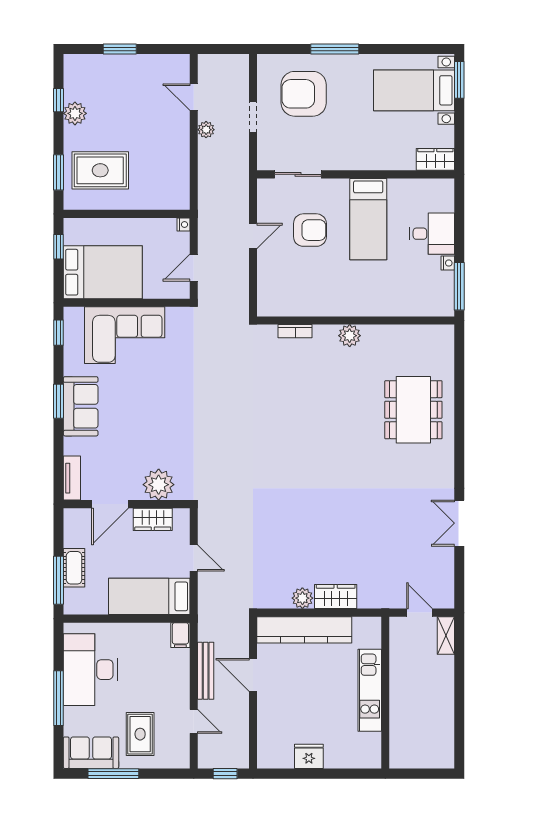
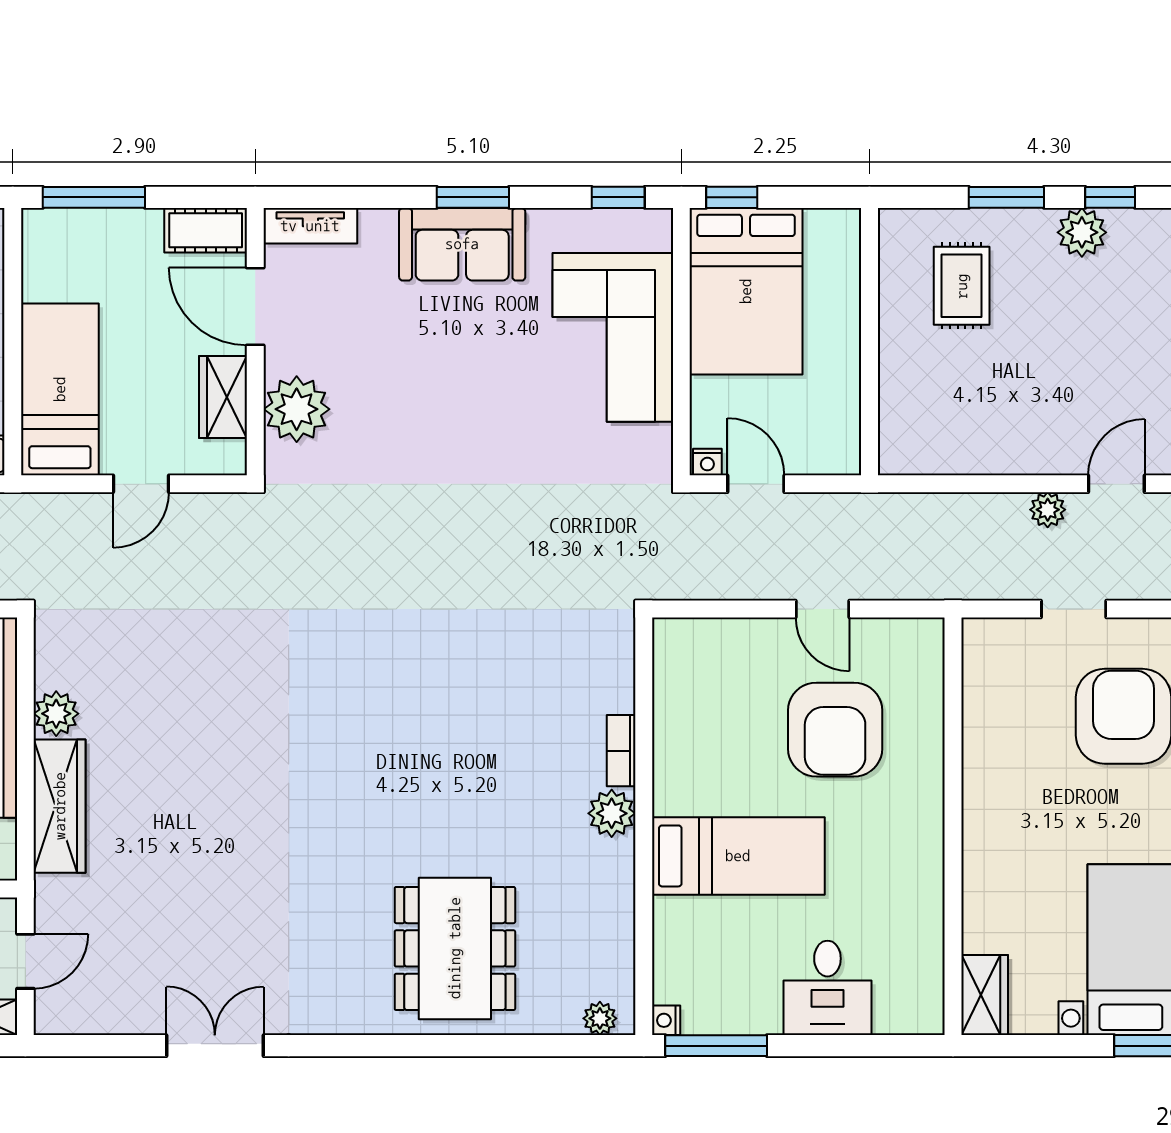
rug: (100, 170) -> (962, 286), width x0.73, depth x0.70
window: (58, 172) -> (1006, 197), moved
sliding door: (298, 174) -> (953, 704), removed
bed: (368, 219) -> (738, 856), moved, turned 180
nightstand: (183, 224) -> (707, 462), moved
armchair: (310, 230) -> (835, 730), width x1.36, depth x1.36
window: (58, 247) -> (732, 197), moved
nightstand: (448, 263) -> (666, 1020), moved, turned 90
bookcase: (295, 331) -> (621, 751), moved
plant: (446, 341) -> (600, 1018), added
dining table: (413, 410) -> (455, 948), turned 90
cot: (74, 568) -> (206, 230), moved
wardrobe: (336, 597) -> (60, 806), width x1.50

